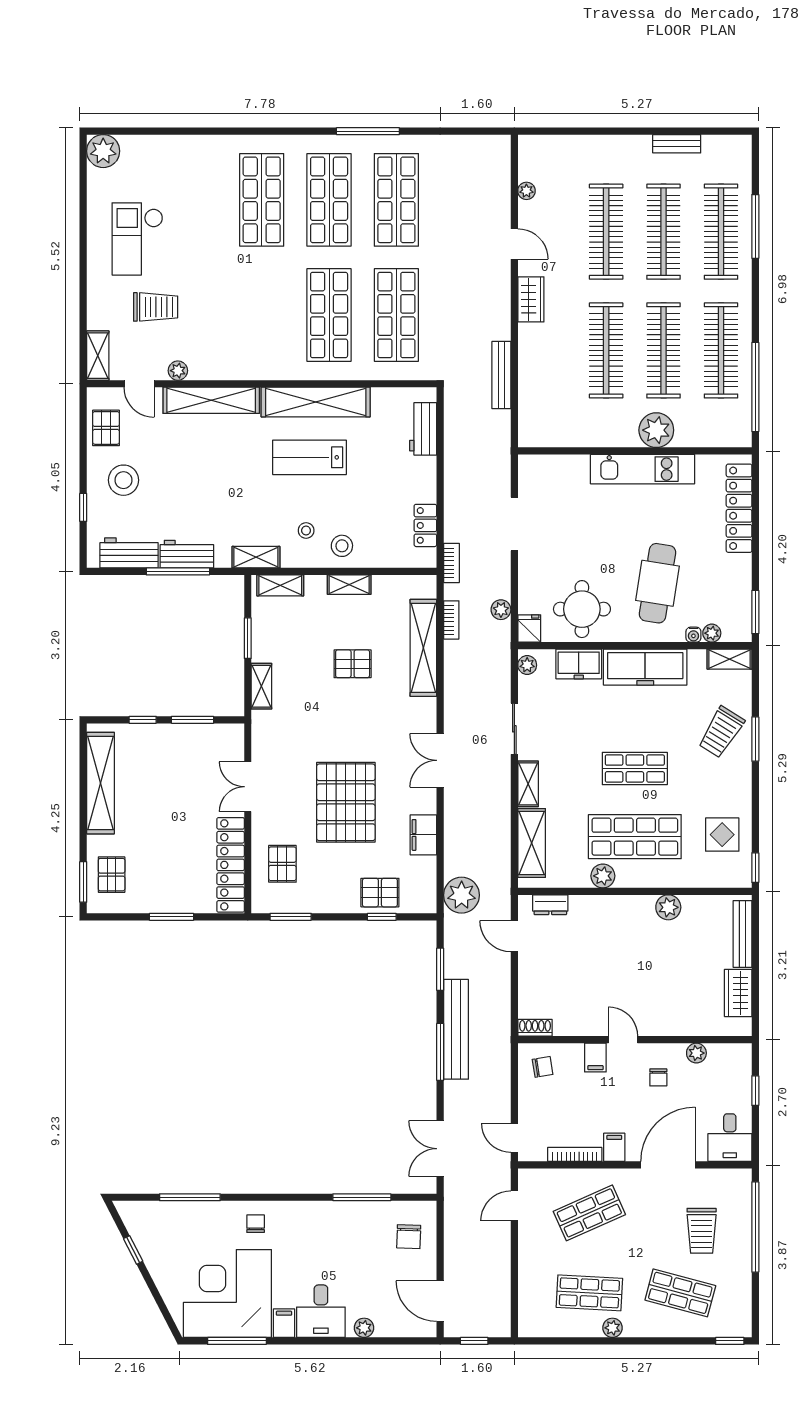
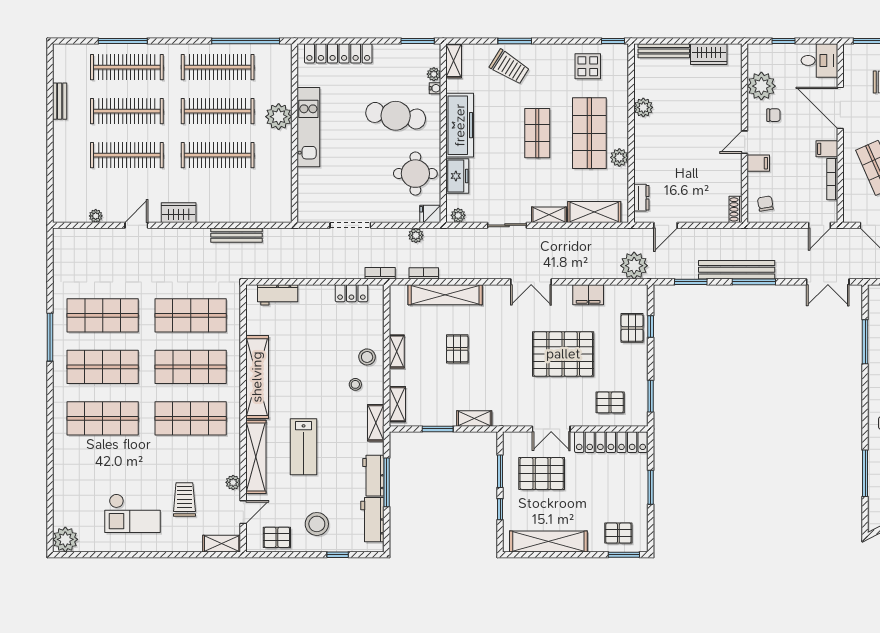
shop shelf: (262, 315) -> (191, 418), added
lab bench: (309, 457) -> (304, 447), moved
pallet: (189, 774) -> (542, 474), added
plant: (696, 1053) -> (761, 86), width x1.88, depth x1.88

